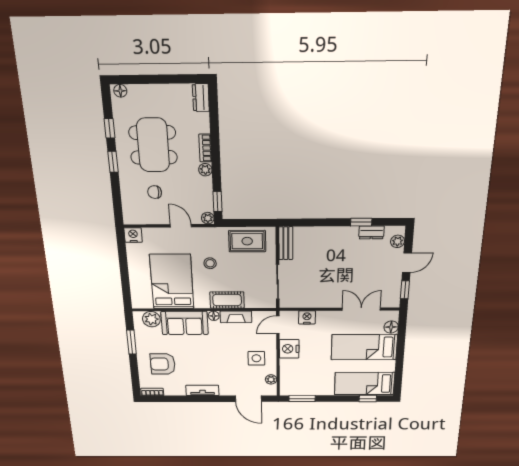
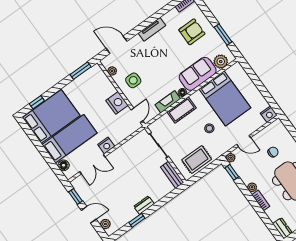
dresser: (371, 232) -> (144, 205), moved
door: (407, 263) -> (89, 215), swing flipped
nightstand: (307, 317) -> (106, 145), moved
bed: (364, 384) -> (51, 116), width x1.50

